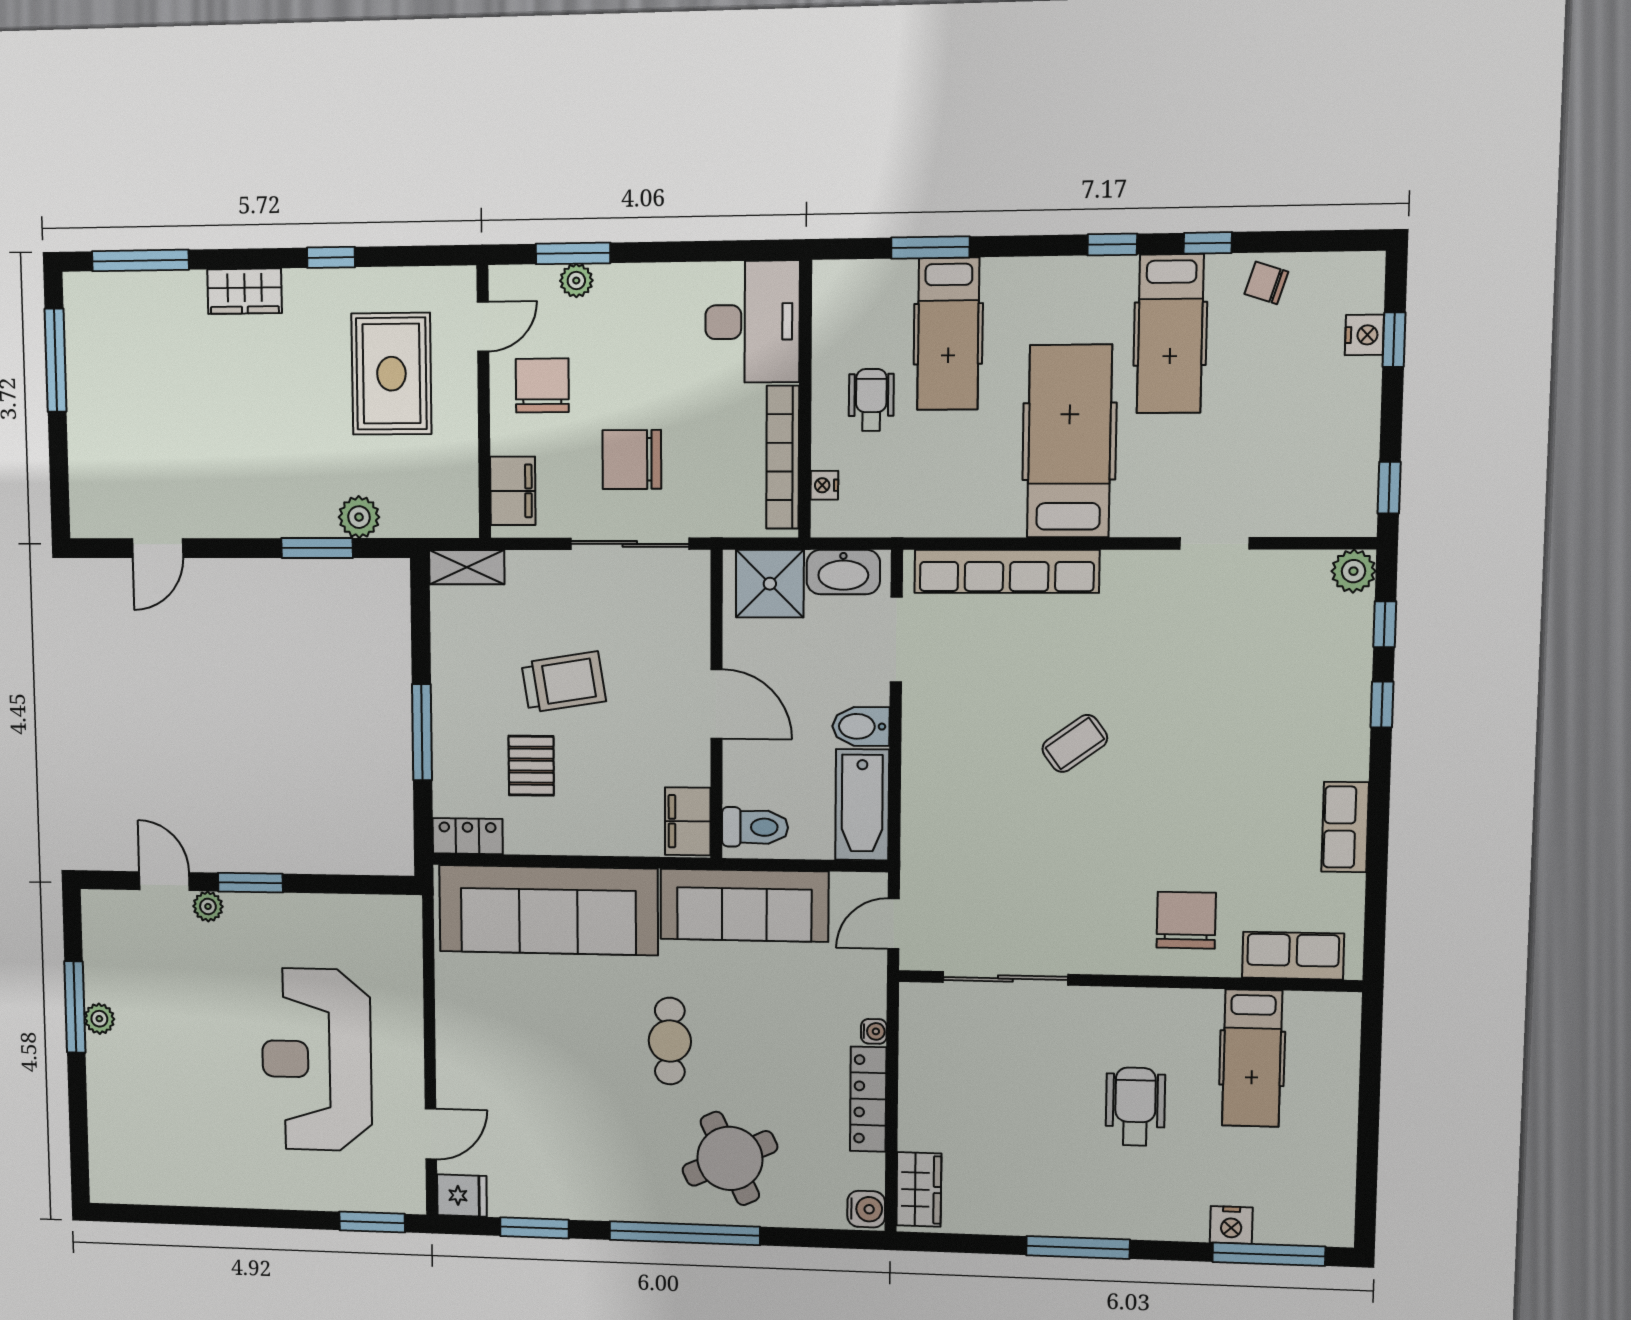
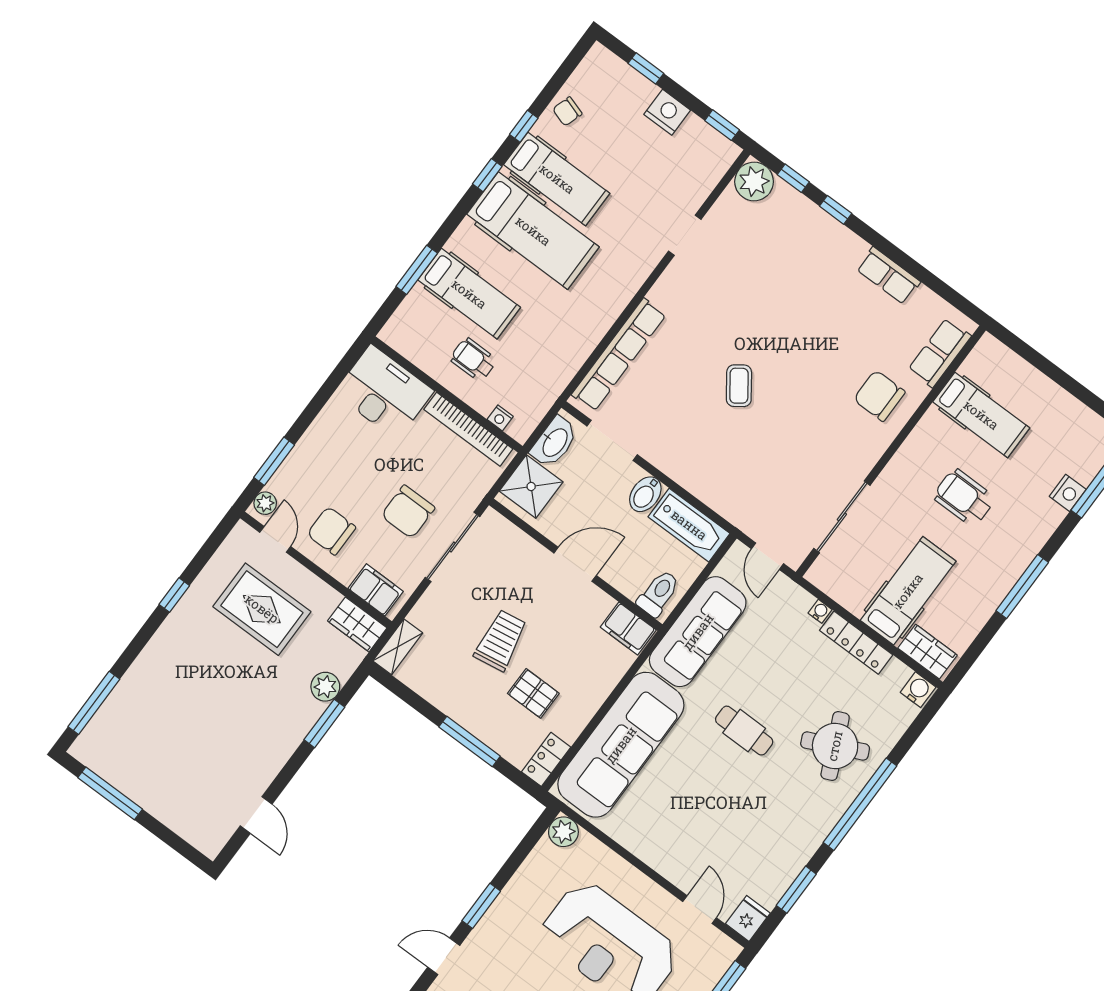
plant: (576, 281) -> (265, 503), moved
wardrobe: (244, 291) -> (357, 624), moved, turned 90
nightstand: (1364, 335) -> (667, 112), moved, width x1.36, depth x1.33
hospital bed: (1069, 441) -> (533, 231), moved, turned 180
plant: (1353, 571) -> (754, 181), width x1.36, depth x1.36
plant: (208, 906) -> (563, 832), moved, width x1.38, depth x1.38
hospital bed: (974, 1118) -> (908, 591), added

